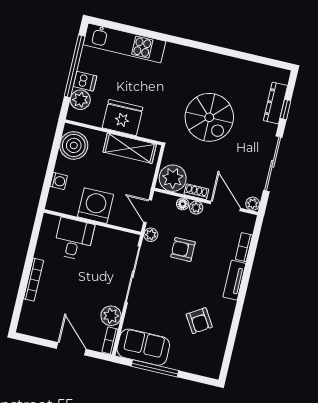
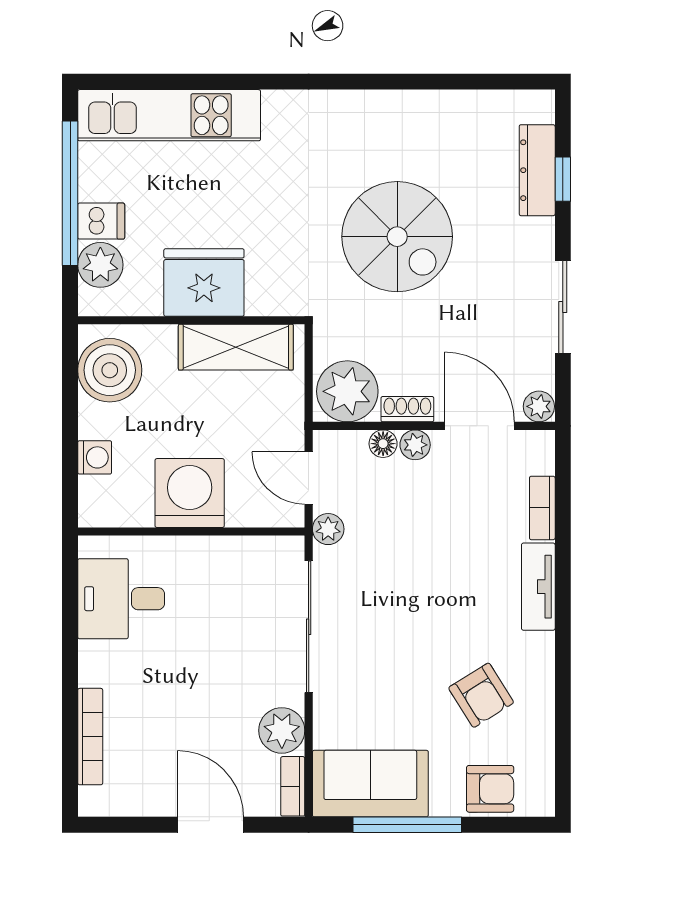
sliding door: (273, 164) -> (563, 307), width x0.73
desk: (74, 239) -> (121, 599), moved, turned -90
armchair: (183, 249) -> (490, 789), moved, turned 180
bookcase: (34, 280) -> (90, 737), moved

